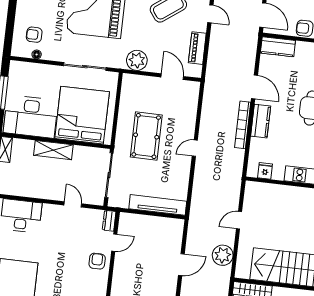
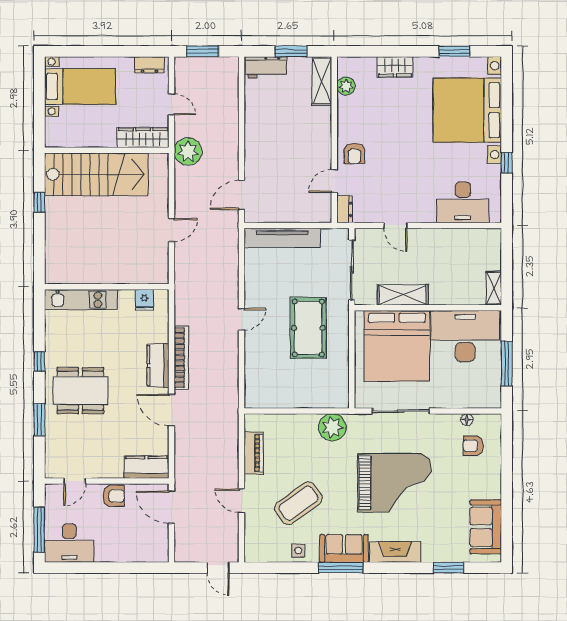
armchair: (34, 35) -> (473, 446), turned 180
door: (172, 77) -> (283, 411), removed
shelving: (53, 150) -> (403, 295), moved
plant: (223, 255) -> (188, 152), moved
door: (181, 265) -> (242, 195), moved

